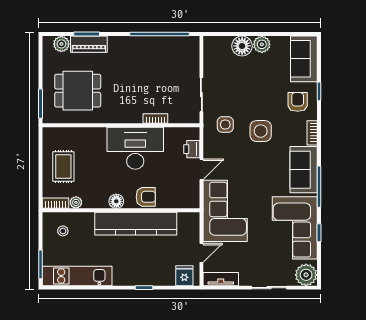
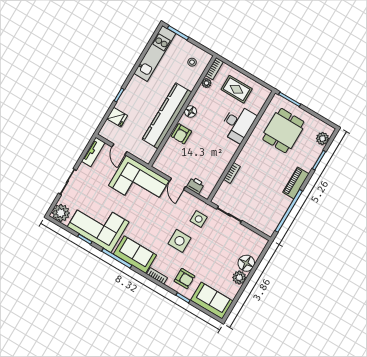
piano: (89, 44) -> (296, 183), moved
desk: (135, 148) -> (238, 124), moved, width x0.73, depth x0.77
fridge: (184, 276) -> (117, 117), moved

